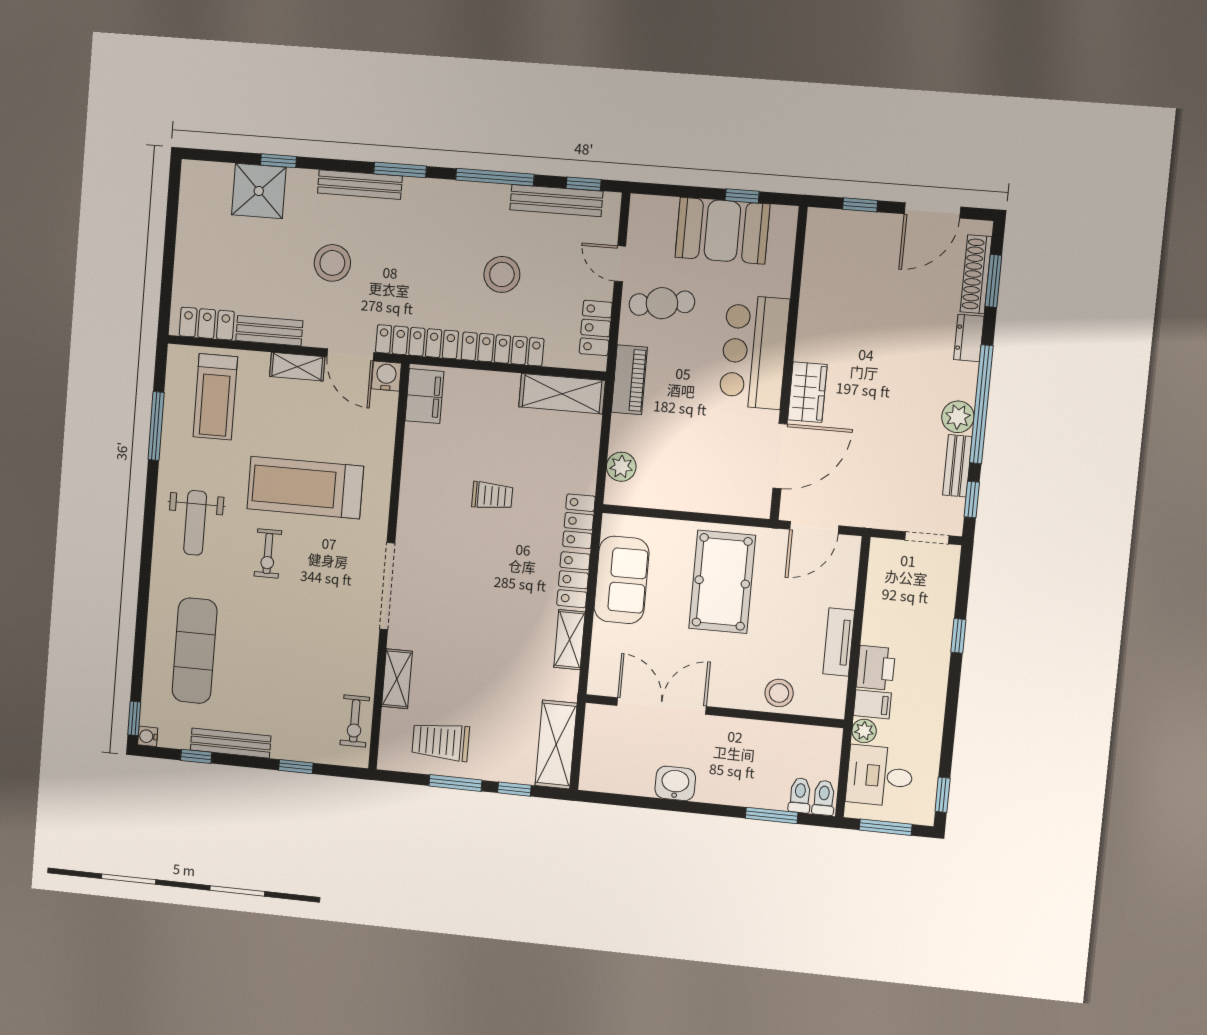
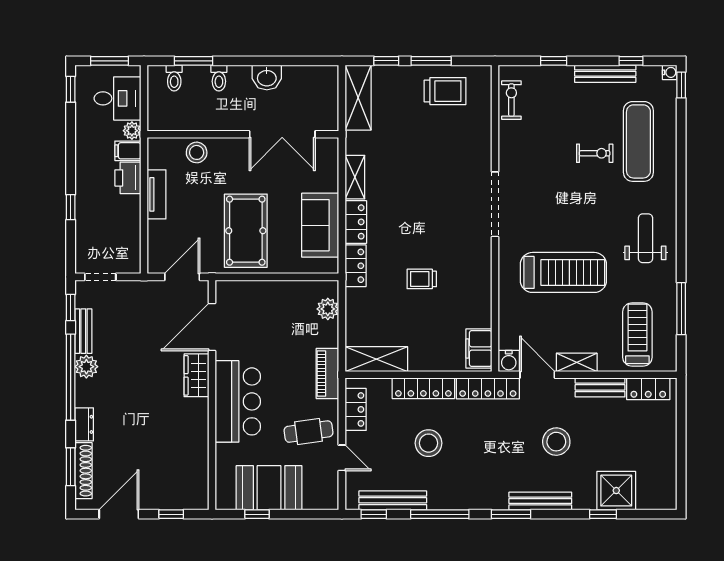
exercise bike: (268, 554) -> (595, 153), moved, turned 90
shelving: (397, 679) -> (482, 135), removed
toilet: (824, 798) -> (219, 78), moved

